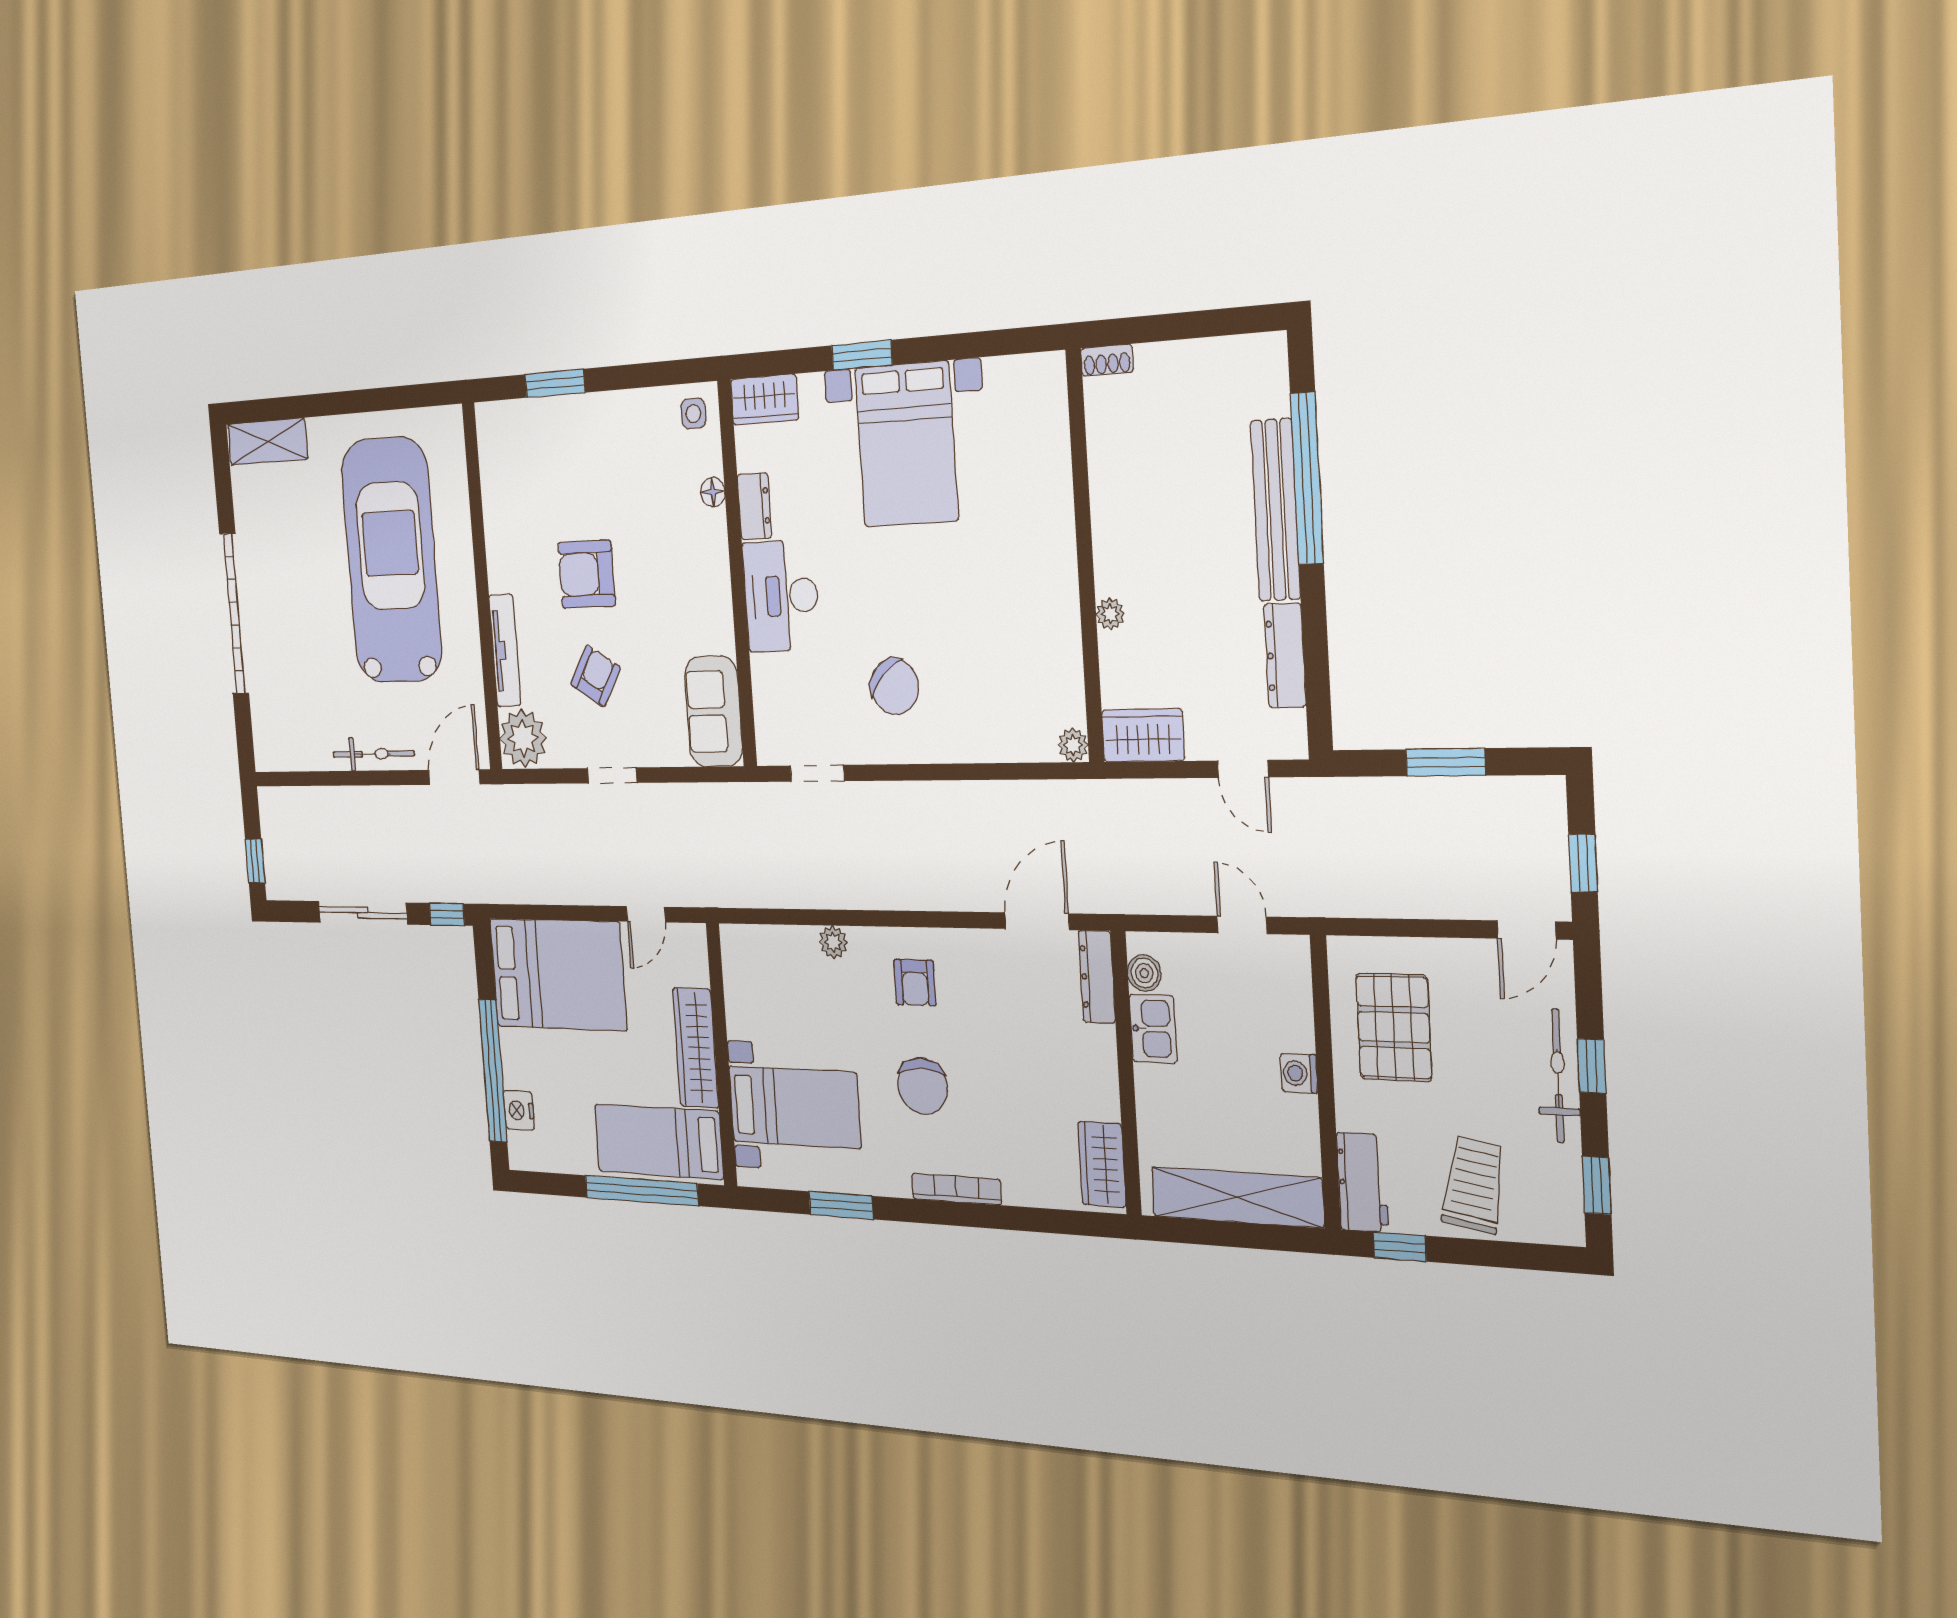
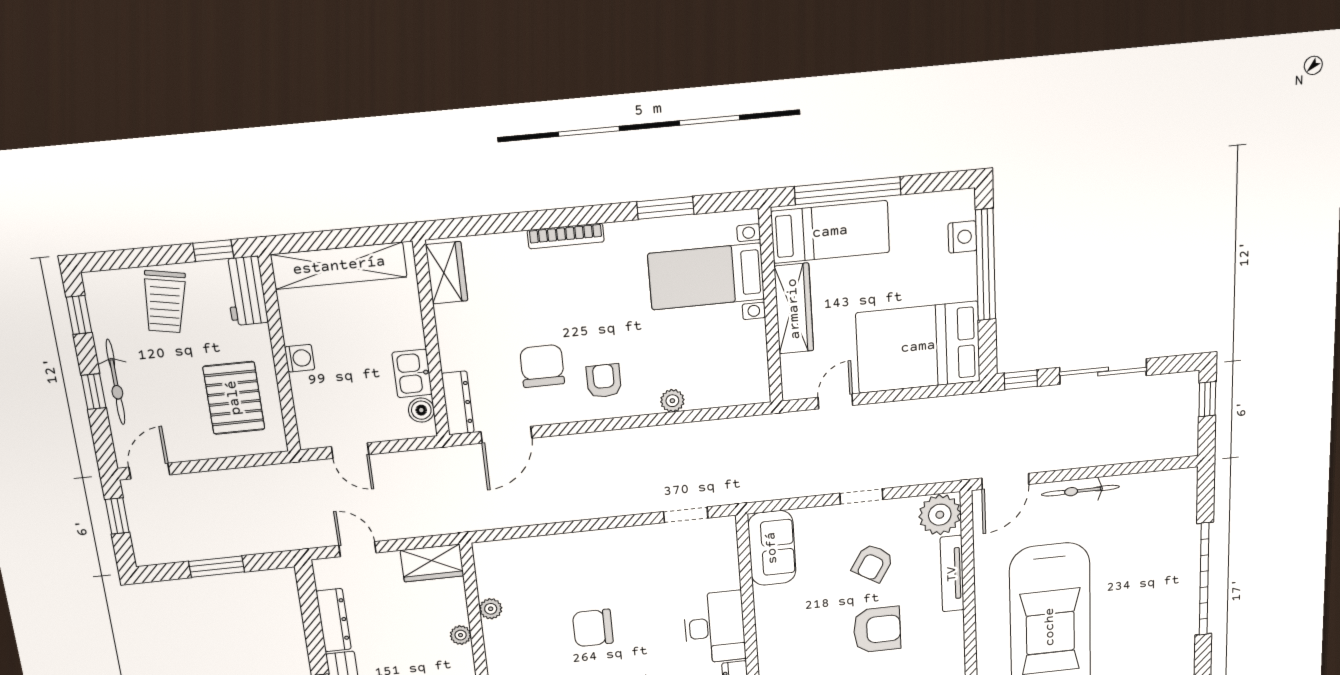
chair: (895, 686) -> (593, 628), moved, turned -45
plant: (1073, 745) -> (491, 609), moved
chair: (923, 1086) -> (542, 366), moved

